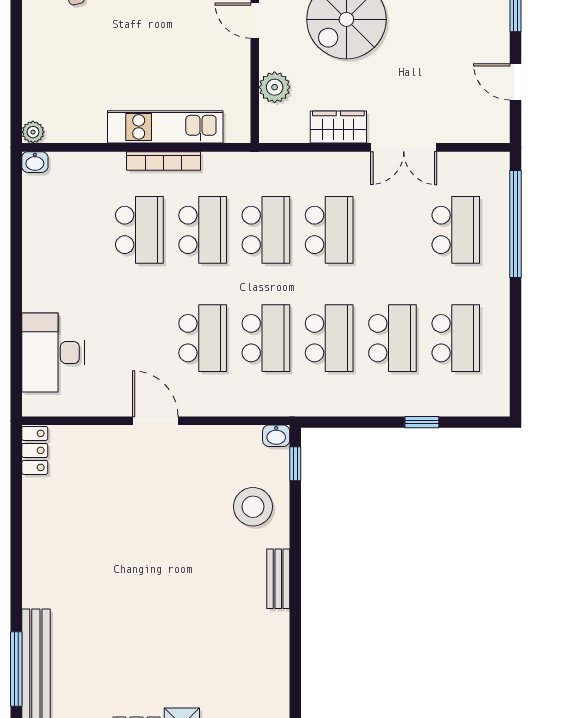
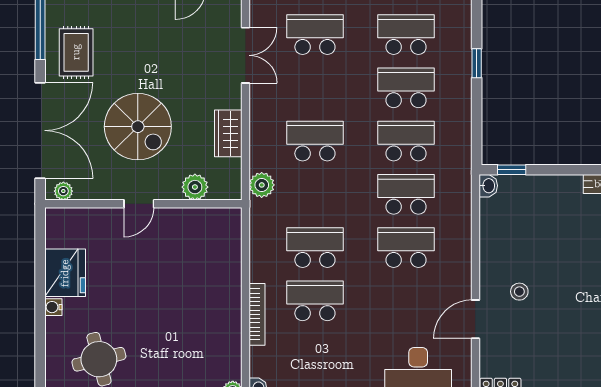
kitchen unit: (165, 127) -> (228, 279), removed
double door: (404, 147) -> (246, 55), moved
bookcase: (164, 161) -> (257, 314), moved
plant: (277, 167) -> (262, 185), added
school desk: (266, 230) -> (315, 194), removed
door: (155, 421) -> (475, 319), moved
stool: (253, 507) -> (519, 292), moved, width x0.53, depth x0.53

